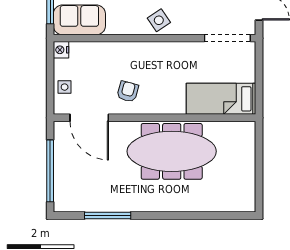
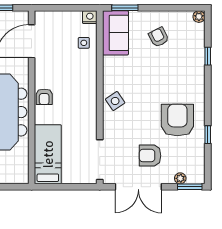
side table: (65, 87) -> (84, 43), moved
armchair: (128, 92) -> (44, 97), moved, turned 75

